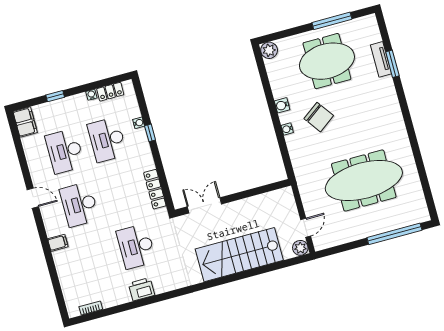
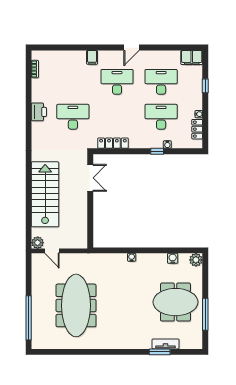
meeting table: (327, 61) -> (175, 302), turned 90
water cooler: (282, 105) -> (173, 258), moved
chair: (319, 117) -> (134, 284), removed

